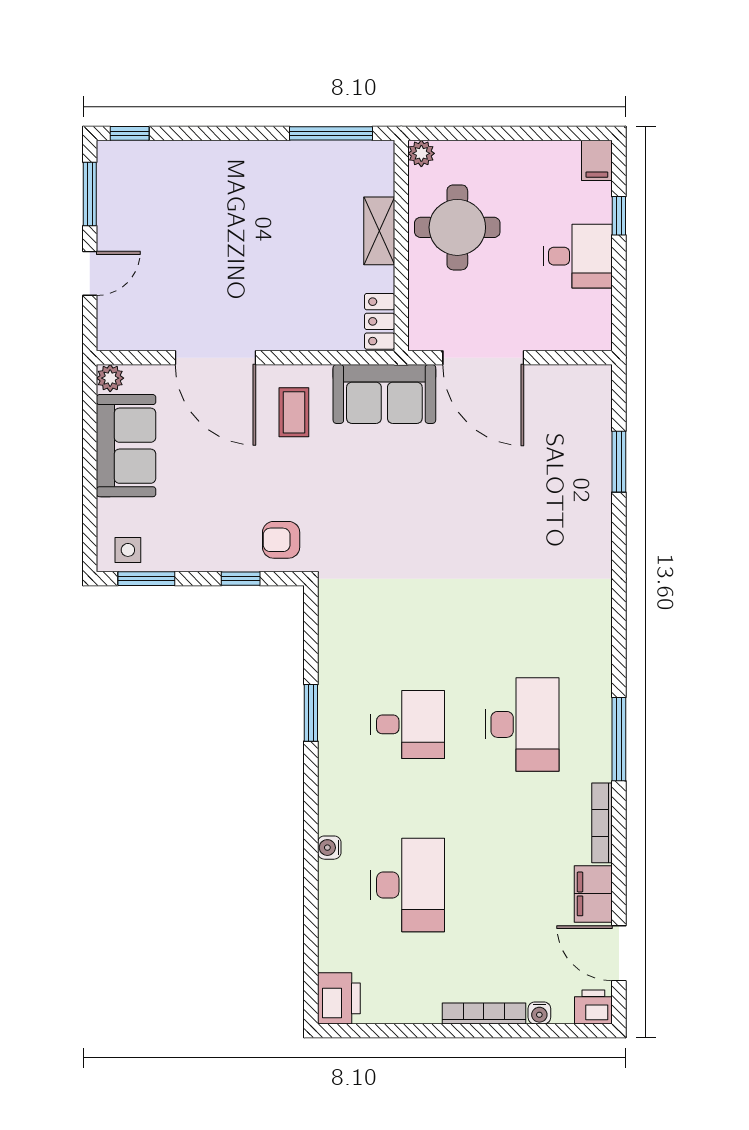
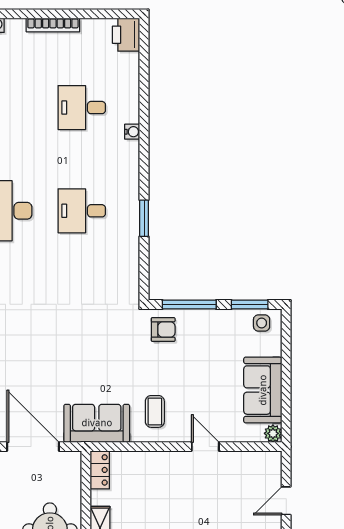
door: (216, 358) -> (205, 447), width x0.53
window: (241, 579) -> (189, 304), width x2.17
desk: (408, 885) -> (82, 108), width x0.73
bookcase: (484, 1013) -> (53, 25), moved

